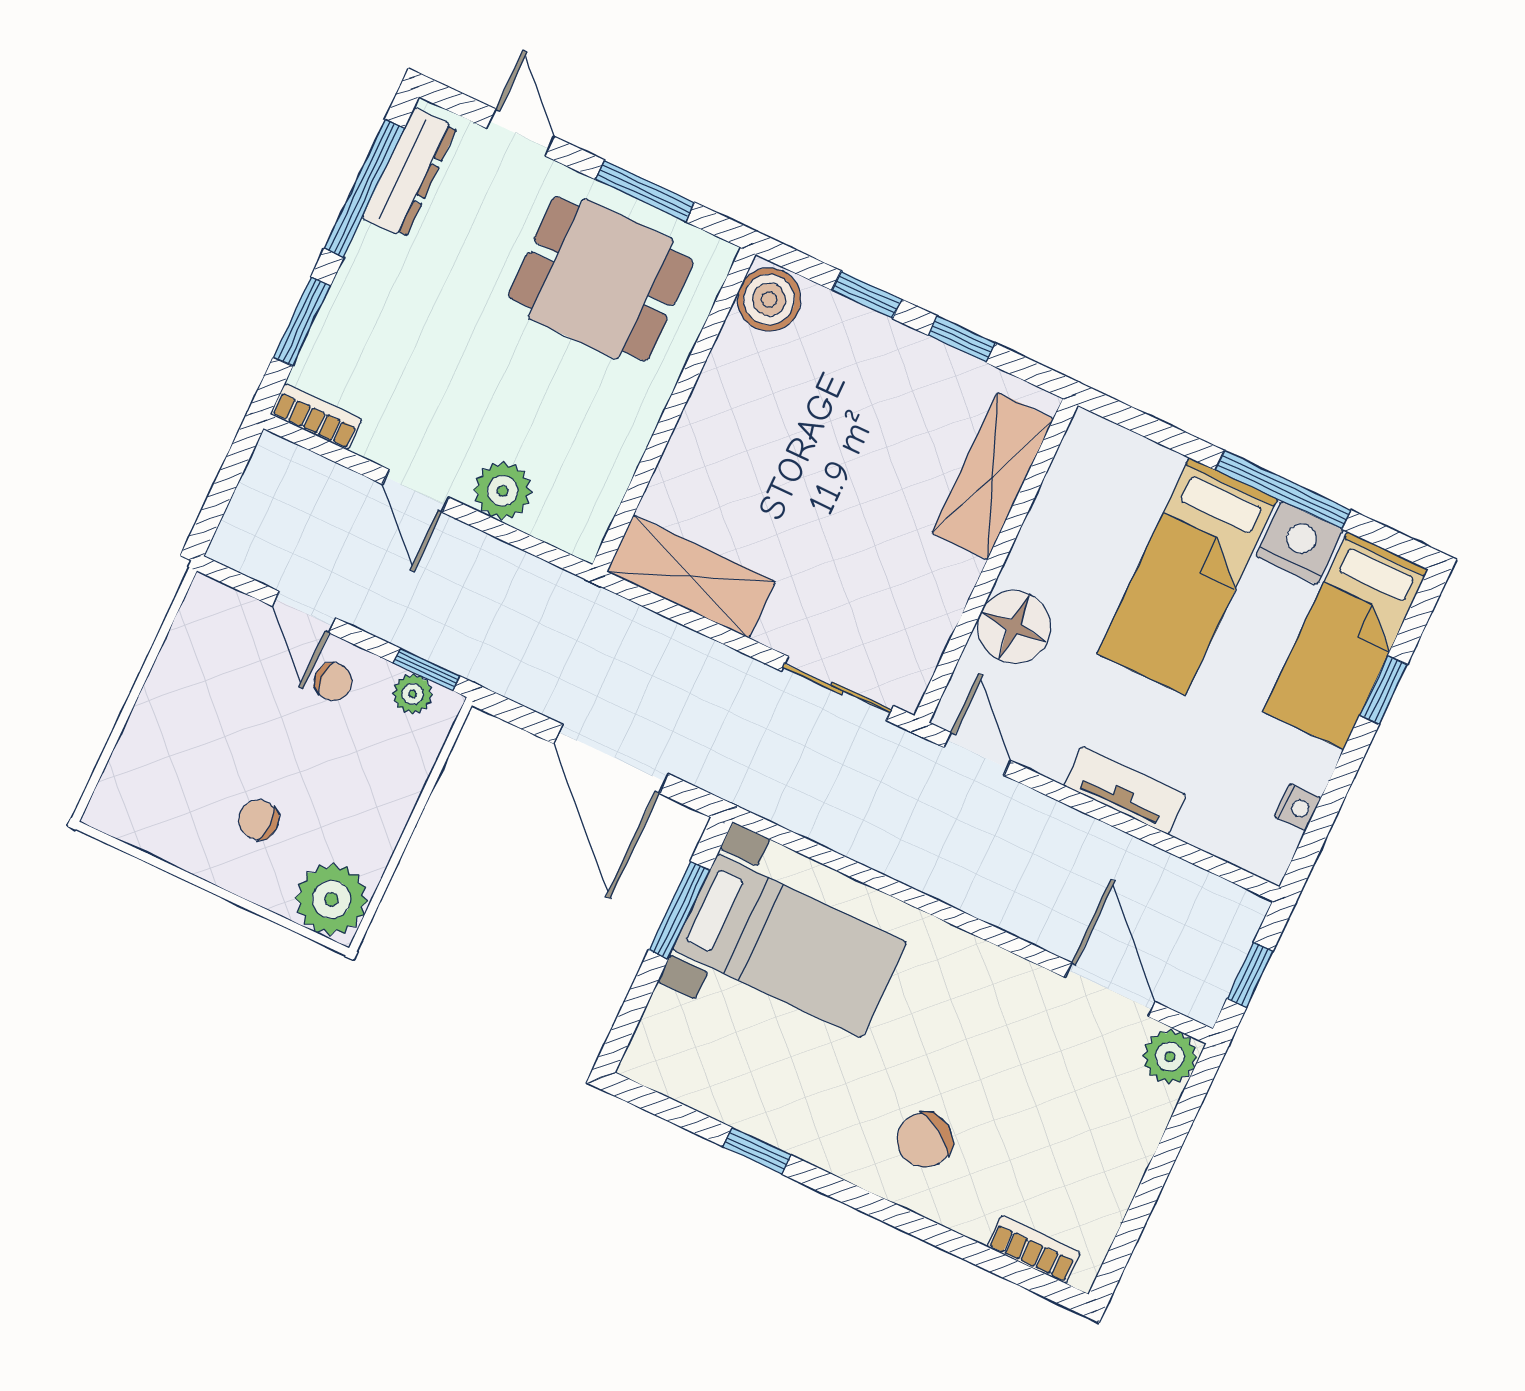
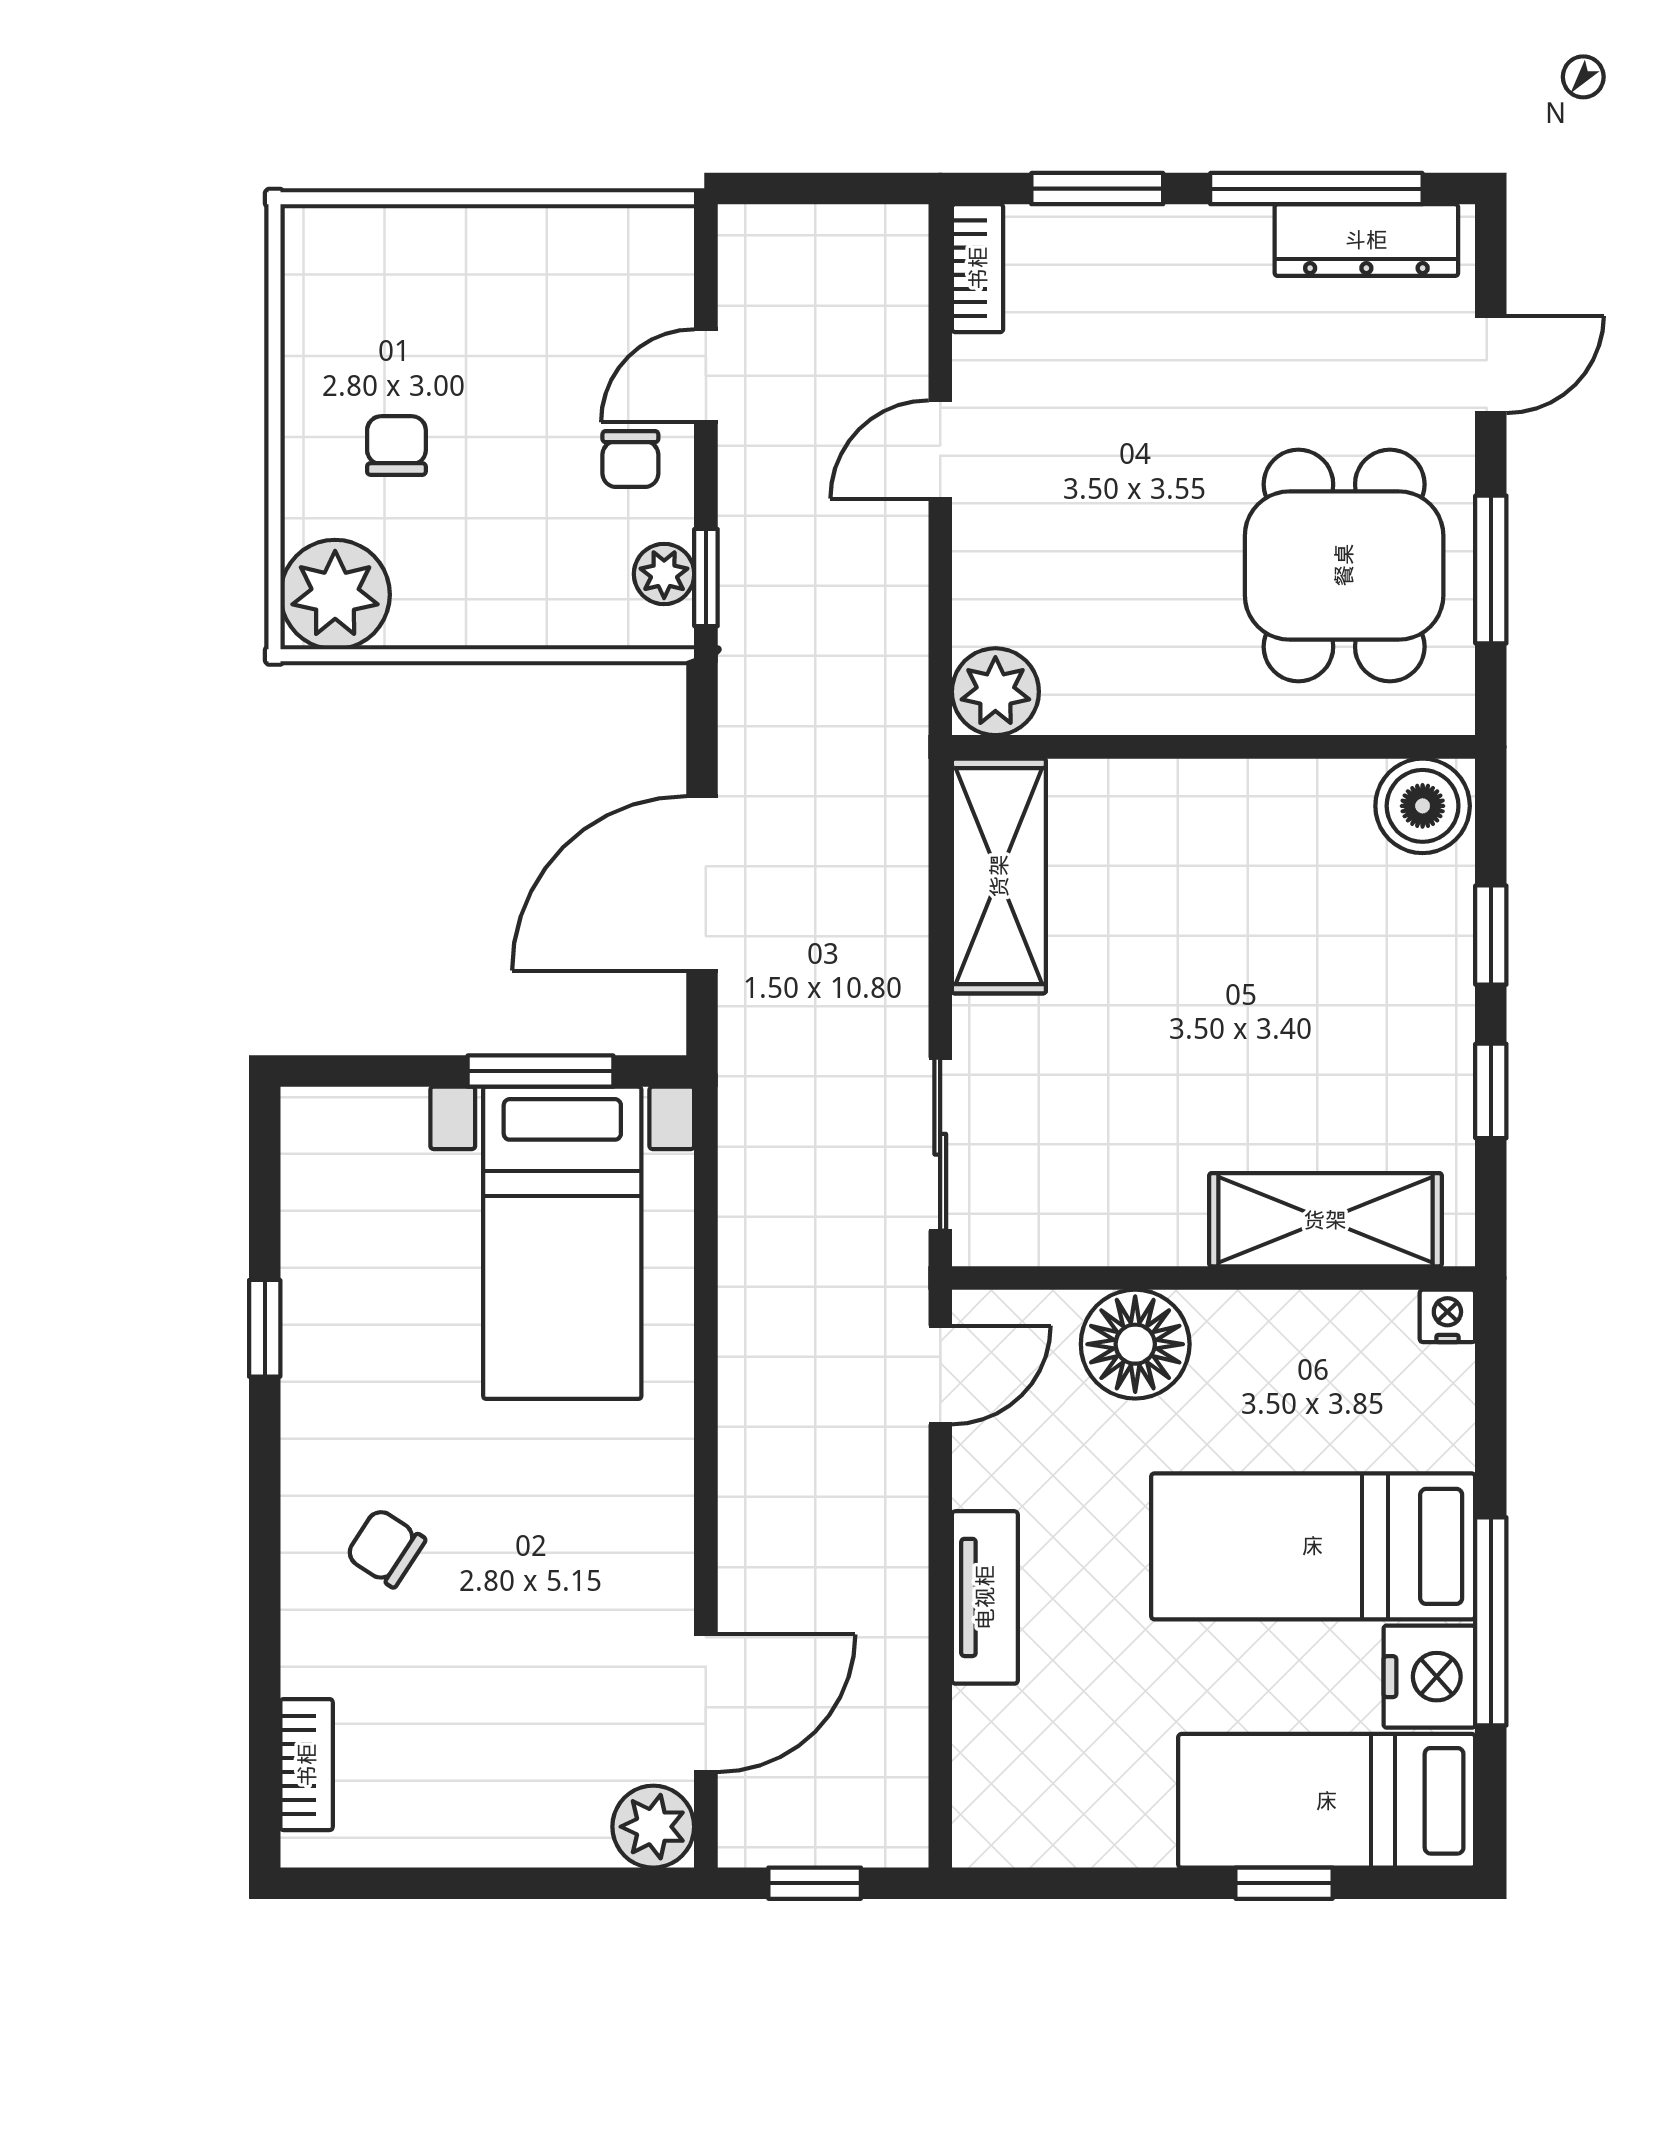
plant: (503, 491) -> (995, 692), moved
nightstand: (1298, 807) -> (1447, 1316), moved, turned 180
chair: (924, 1140) -> (386, 1548), width x0.73, depth x0.73

